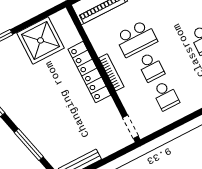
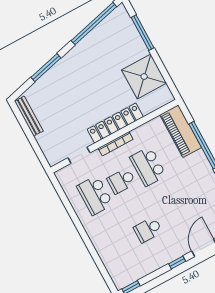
school desk: (166, 96) -> (95, 195), width x1.85
doorway: (131, 127) -> (79, 155), moved

